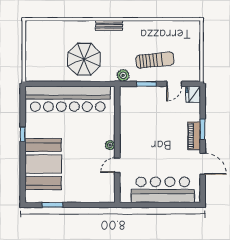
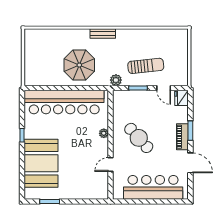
door: (174, 84) -> (164, 88), hinge flipped
cafe table: (147, 137) -> (139, 138), added
plant: (110, 145) -> (104, 133), moved

